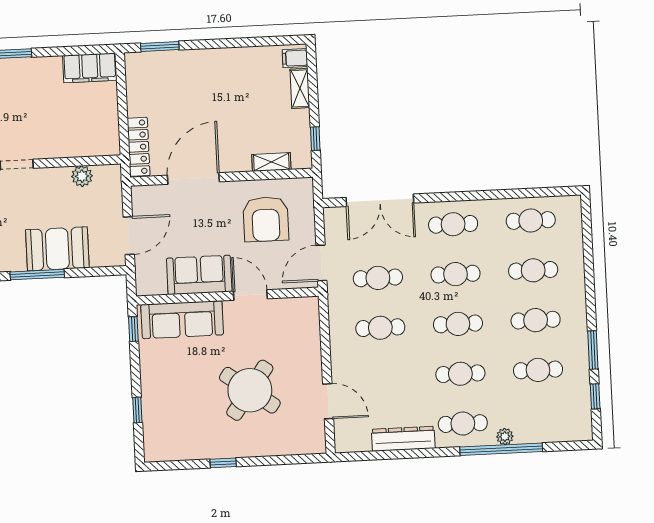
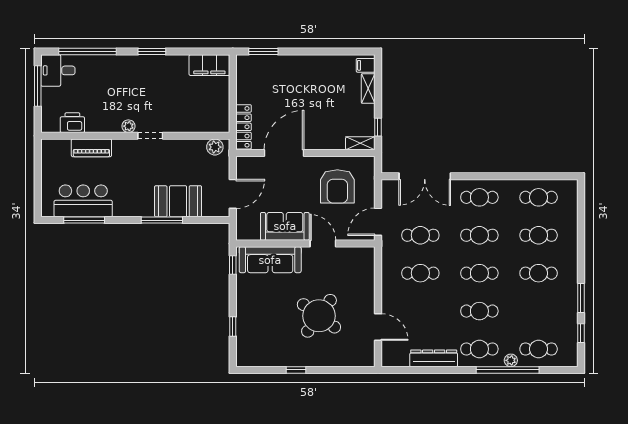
shelving: (271, 162) -> (360, 143), moved
plant: (82, 176) -> (215, 147), moved
cafe table: (538, 370) -> (539, 349), moved

